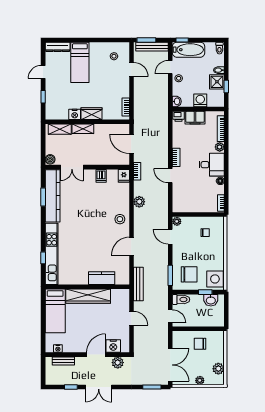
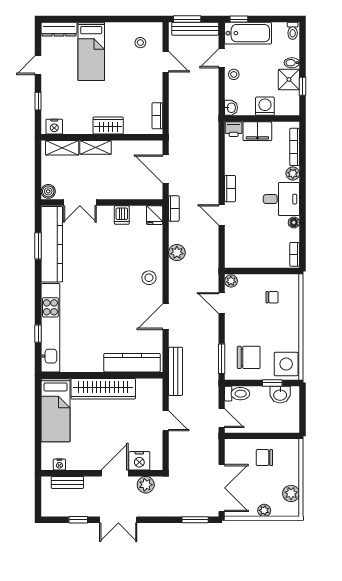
nightstand: (75, 114) -> (54, 127), moved
kitchen counter: (102, 278) -> (132, 363), width x1.50

